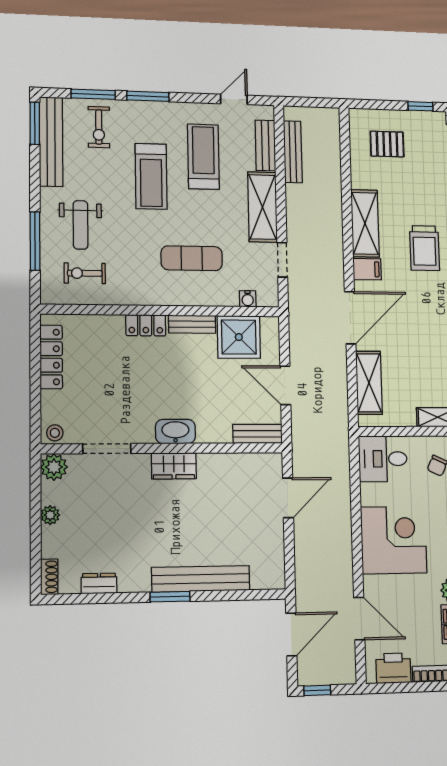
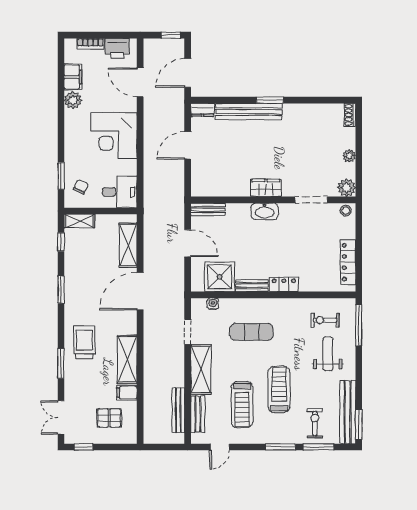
window: (35, 241) -> (359, 325), moved
filing cabinet: (367, 269) -> (127, 393), moved
exercise bike: (85, 273) -> (325, 320), turned 180
door: (288, 498) -> (188, 145), moved
dresser: (99, 583) -> (203, 110), moved

